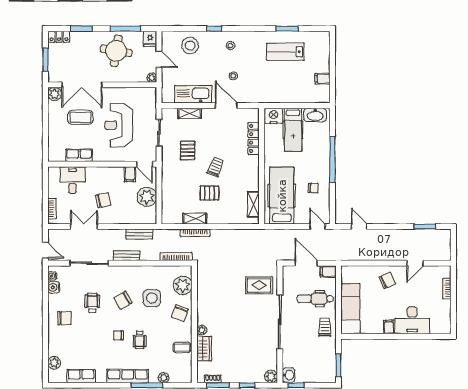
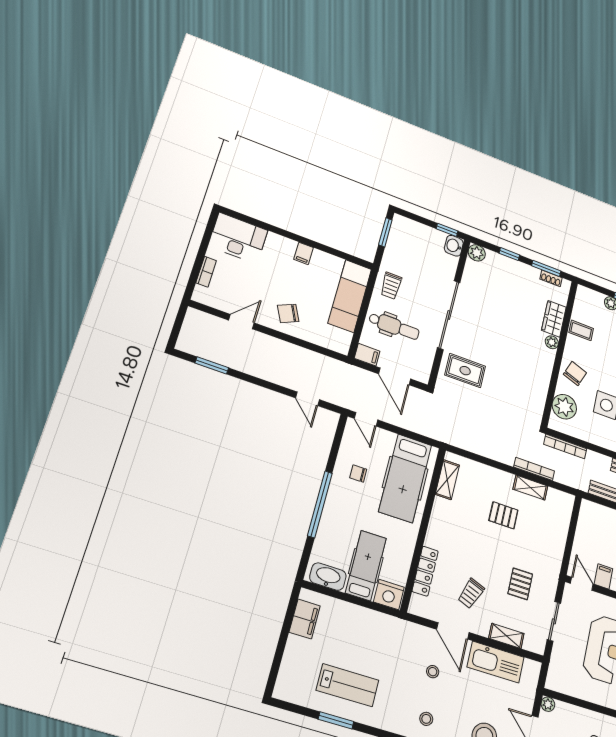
filing cabinet: (323, 79) -> (305, 619), width x2.00
trolley: (216, 167) -> (471, 593), moved
plant: (147, 197) -> (587, 538), removed
desk: (412, 320) -> (238, 238), moved

